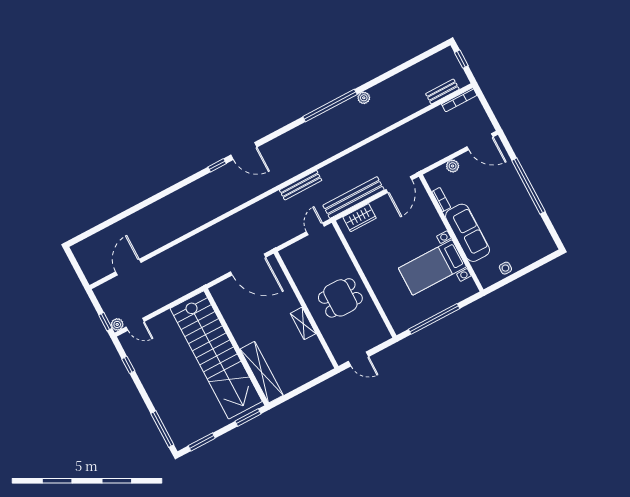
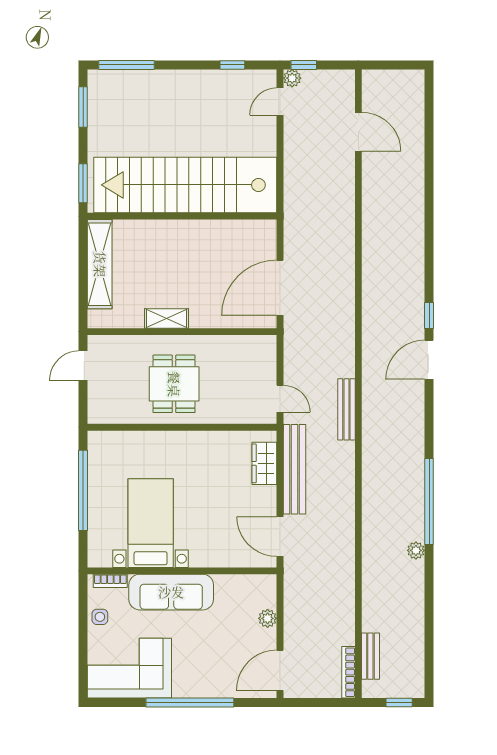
bookcase: (441, 200) -> (110, 581), moved
corner sofa: (527, 234) -> (129, 668), added
shelving: (262, 372) -> (100, 264), moved, turned 90

